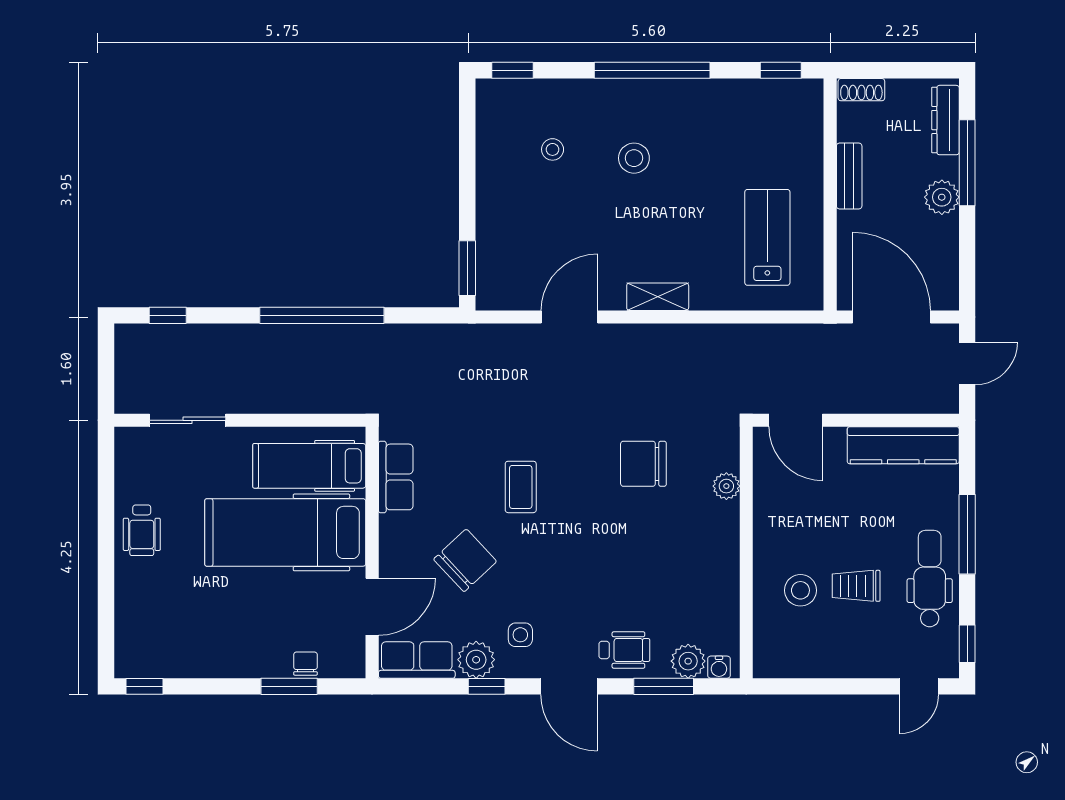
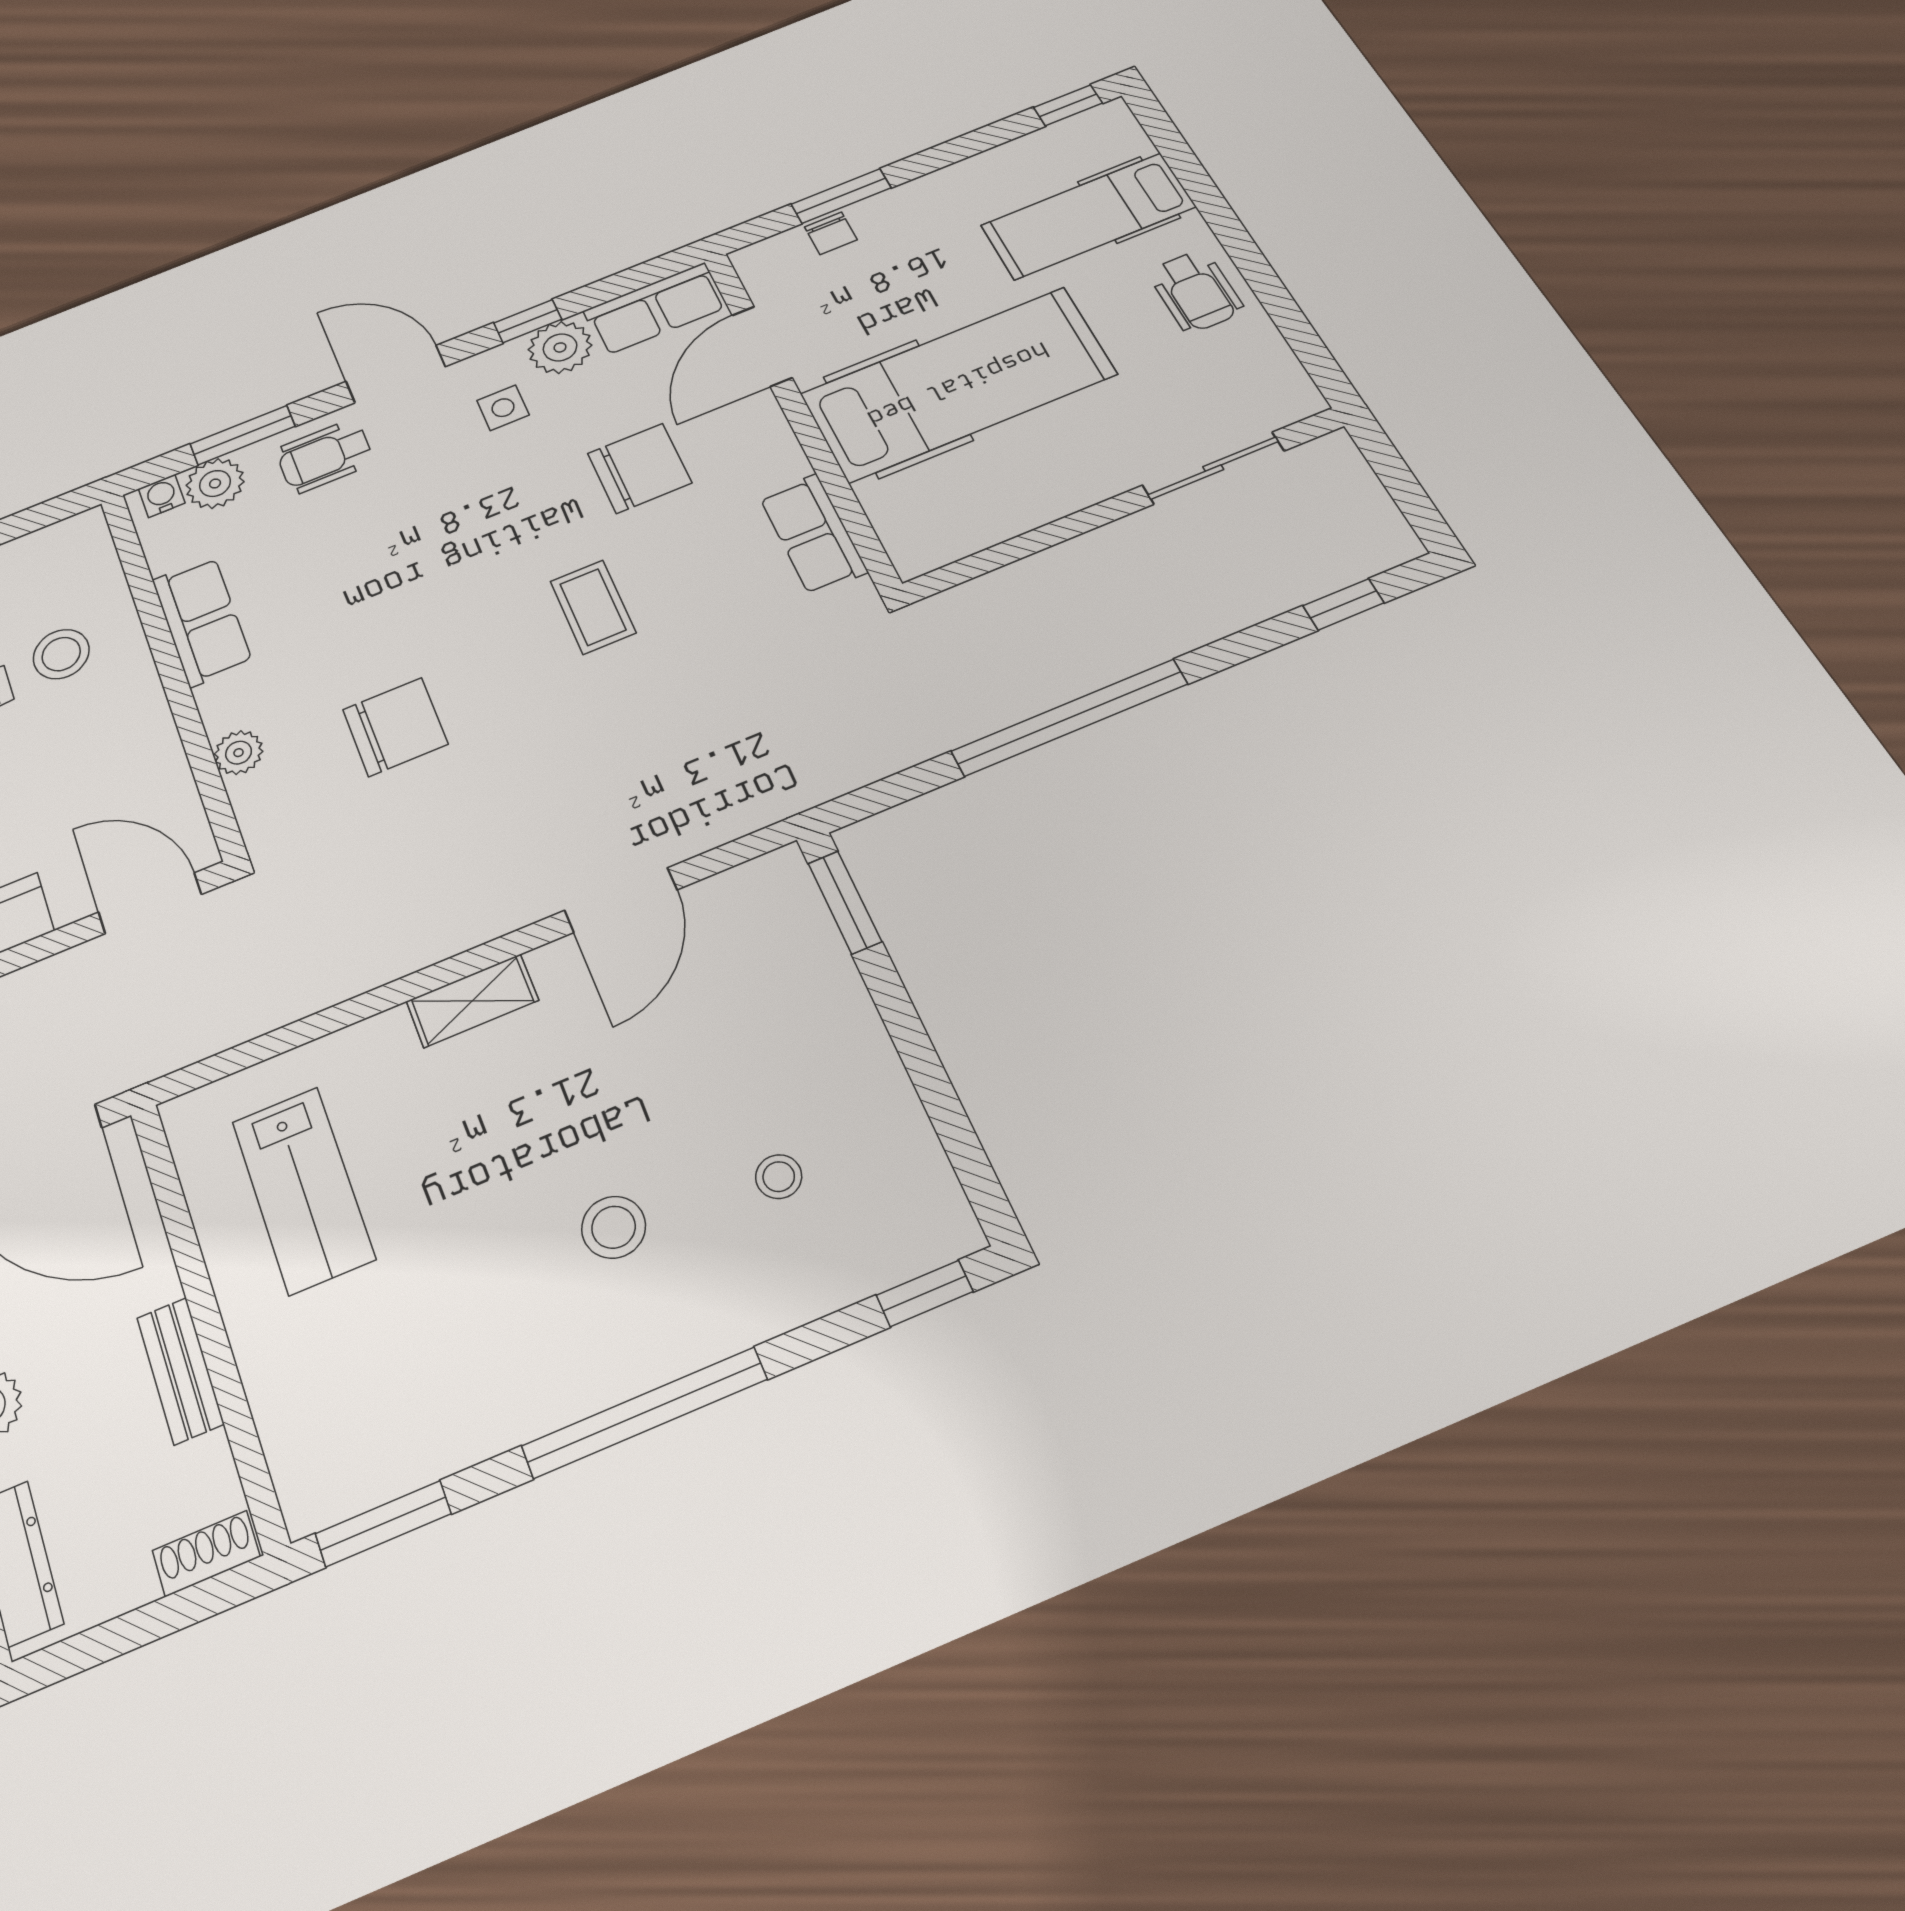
window: (781, 70) -> (383, 1524), width x1.50
hospital bed: (309, 466) -> (1088, 216), moved, turned 180
wheelchair: (142, 530) -> (1196, 291), turned 180
chair: (465, 560) -> (640, 468), turned -137
row of seats: (721, 575) -> (202, 621), added

